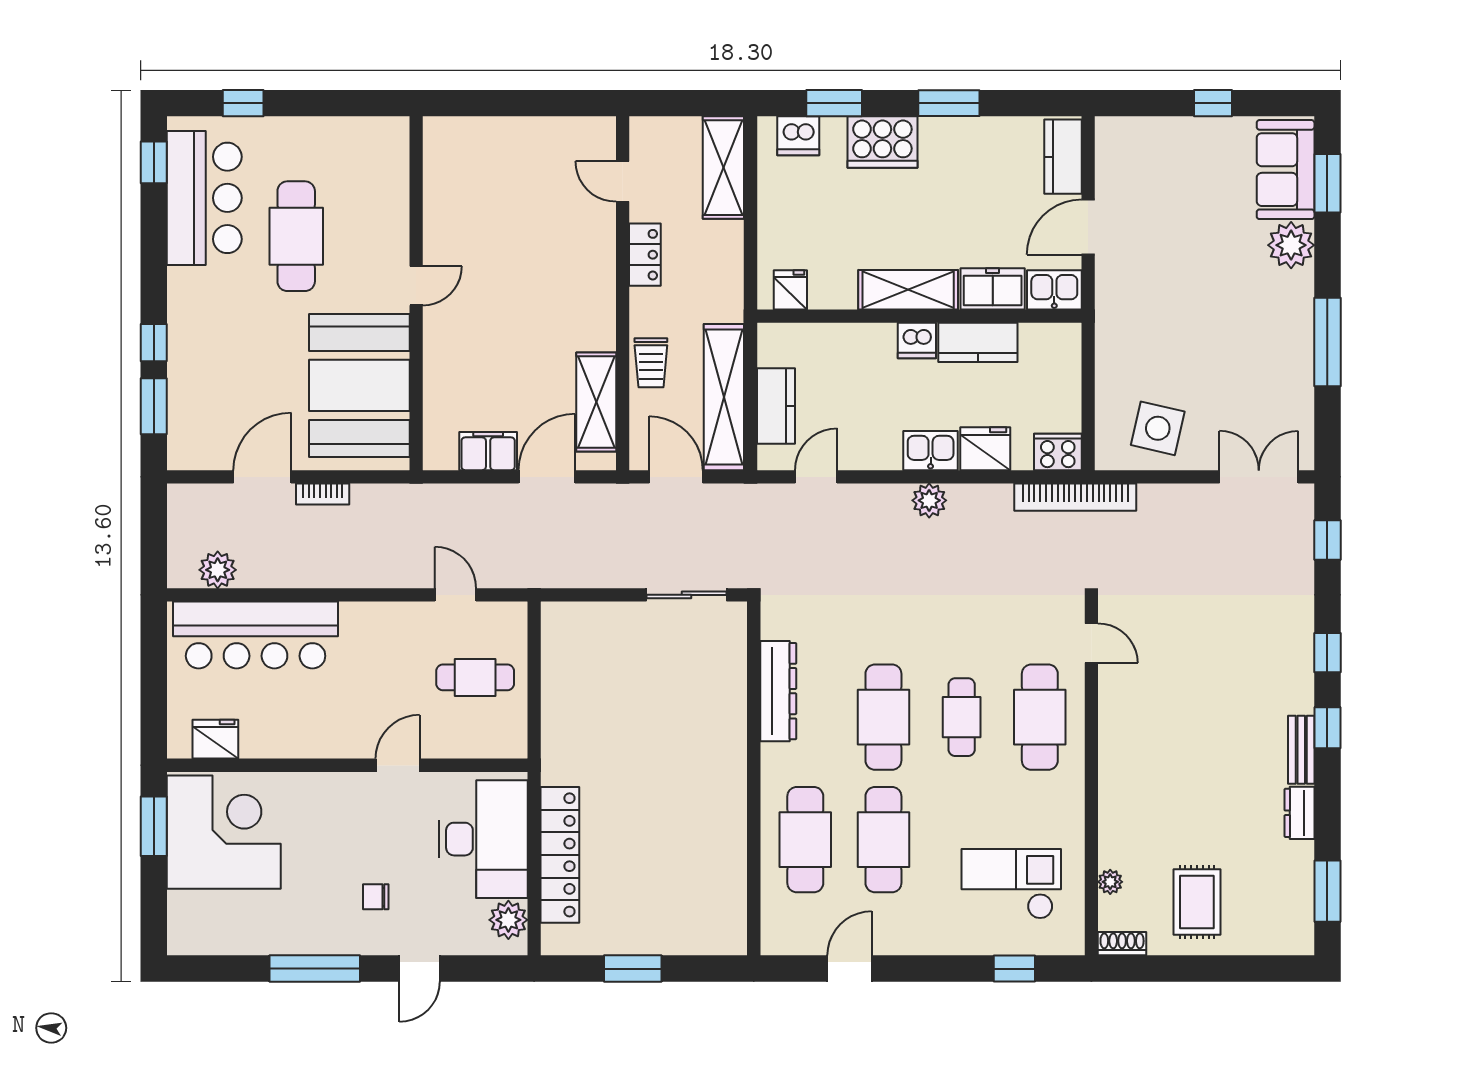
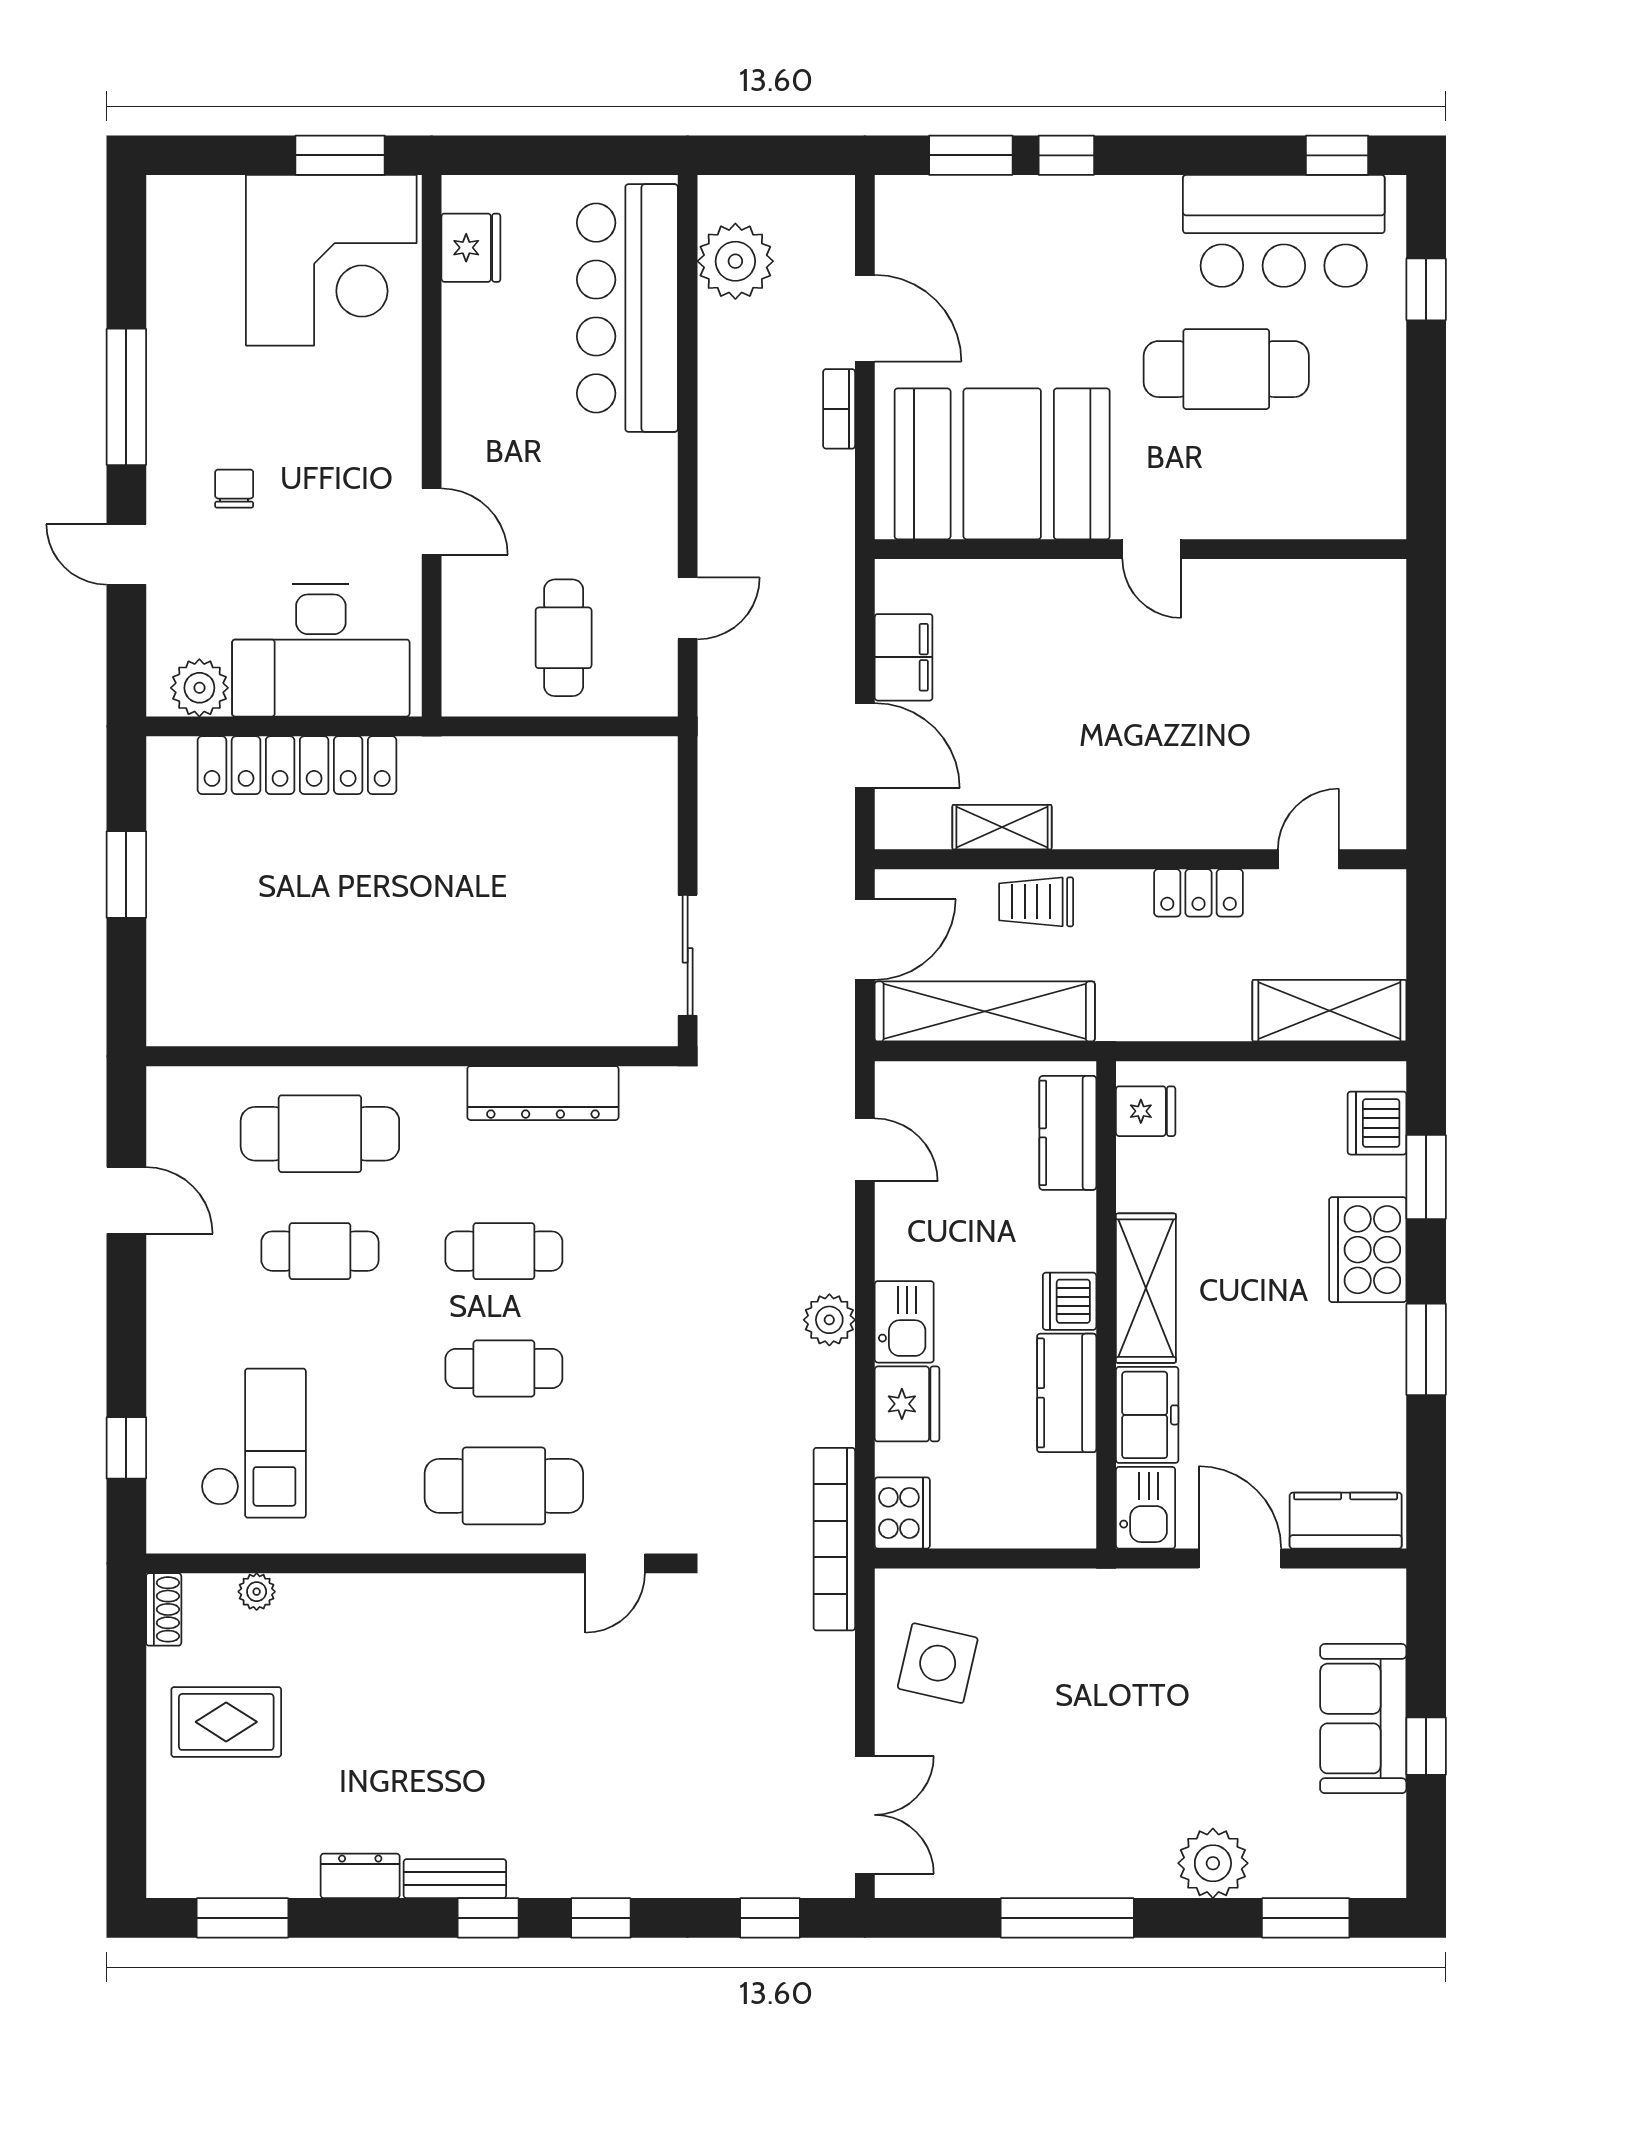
sofa: (1286, 170) -> (1363, 1719), moved, turned -90
shelving: (596, 402) -> (1002, 827), width x0.67, depth x0.75
kitchen counter: (776, 406) -> (1068, 1133), moved, turned 90
plant: (218, 570) -> (735, 261), width x1.36, depth x1.36
cafe table: (883, 717) -> (504, 1251), width x0.73, depth x0.74
cafe table: (883, 840) -> (320, 1251), width x0.73, depth x0.74

